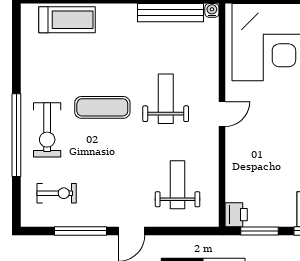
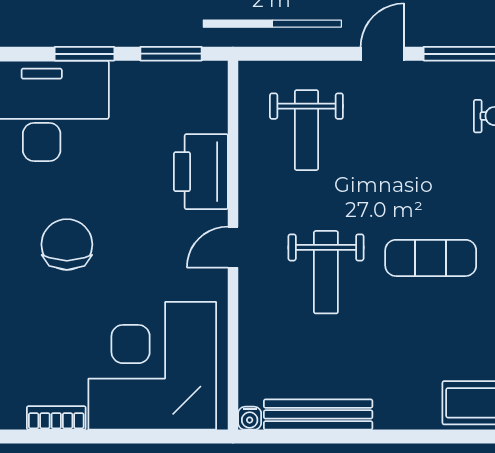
printer: (236, 215) -> (201, 172), moved, width x1.87, depth x1.48

